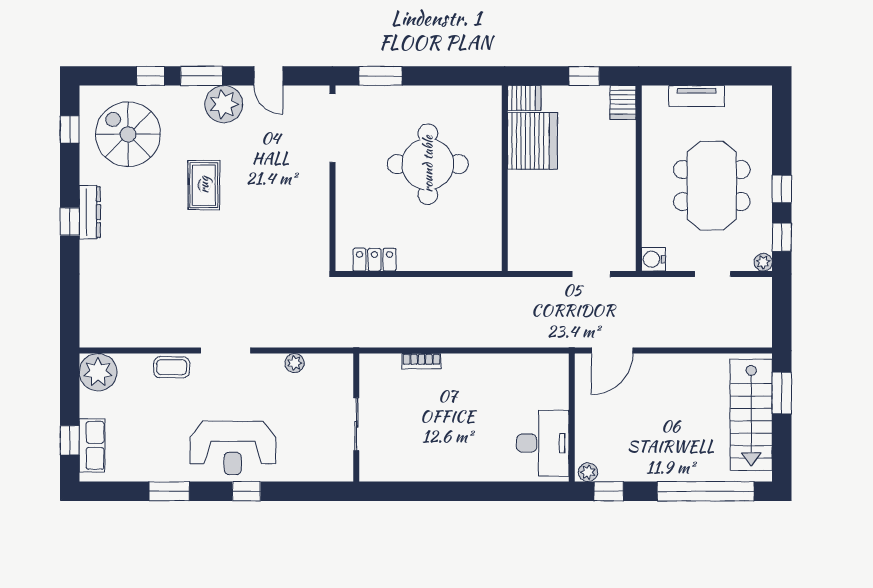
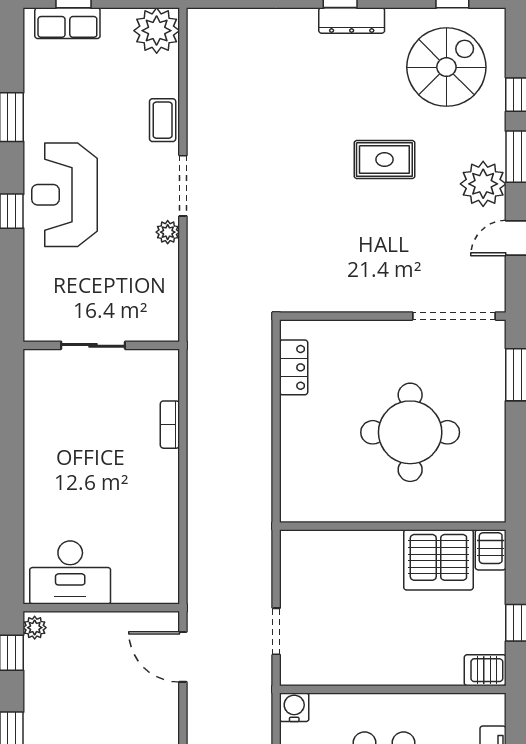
plant: (295, 363) -> (168, 232), moved

